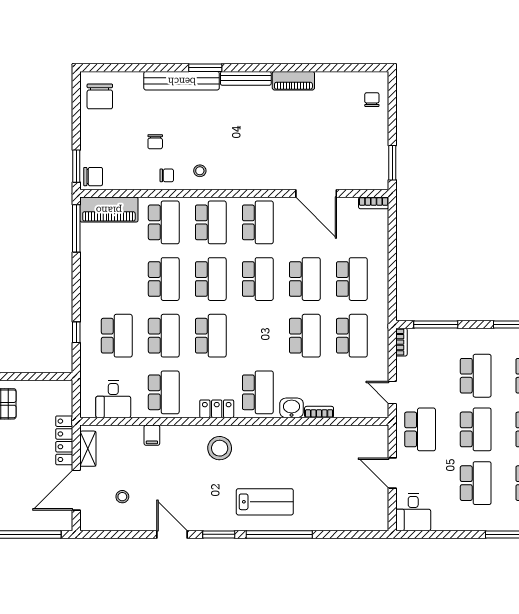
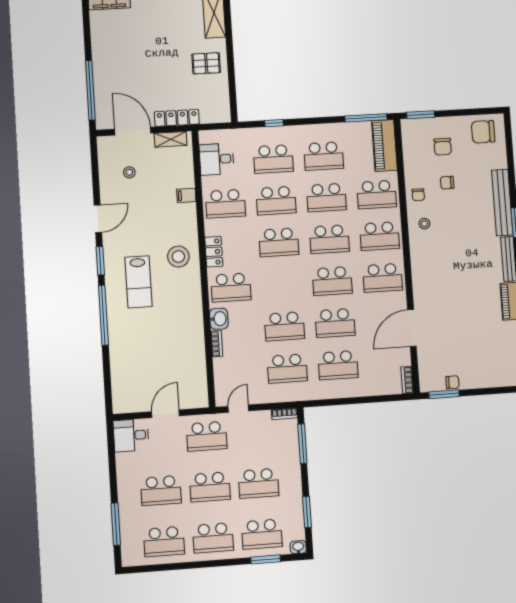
chair: (372, 100) -> (452, 382), moved
chair: (93, 177) -> (443, 147), moved
school desk: (117, 279) -> (324, 156), added
lab bench: (265, 502) -> (139, 282), moved

